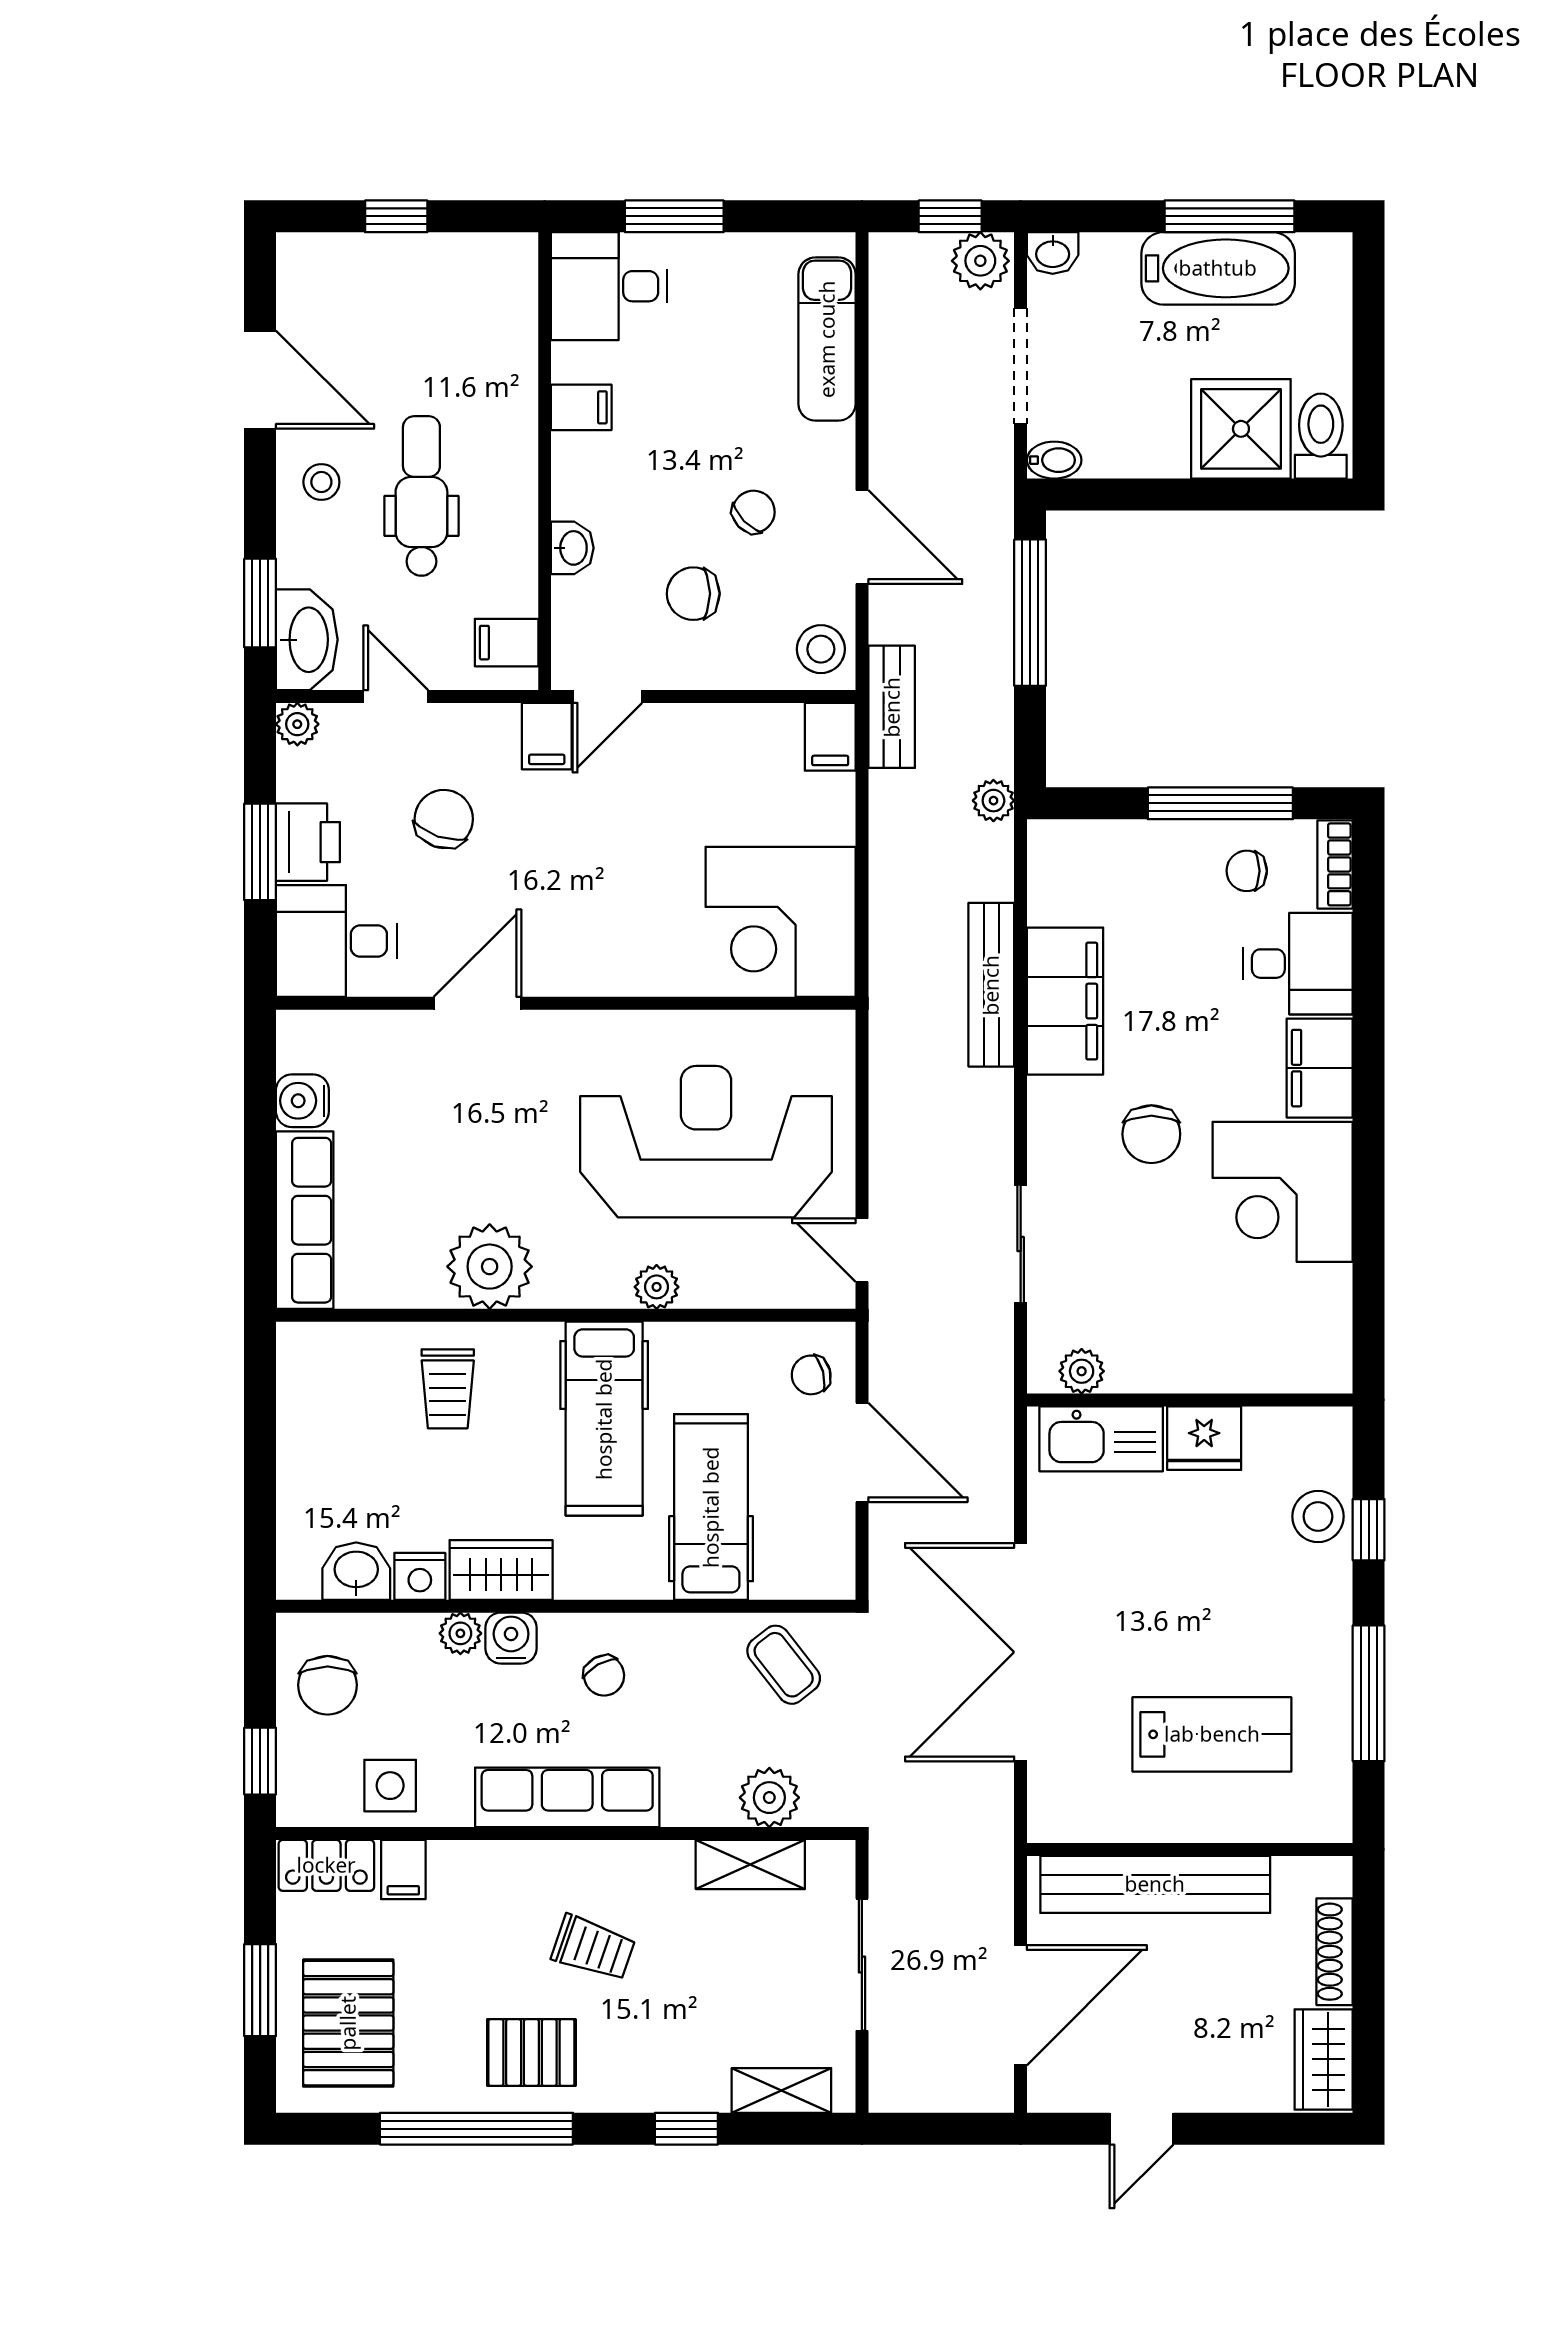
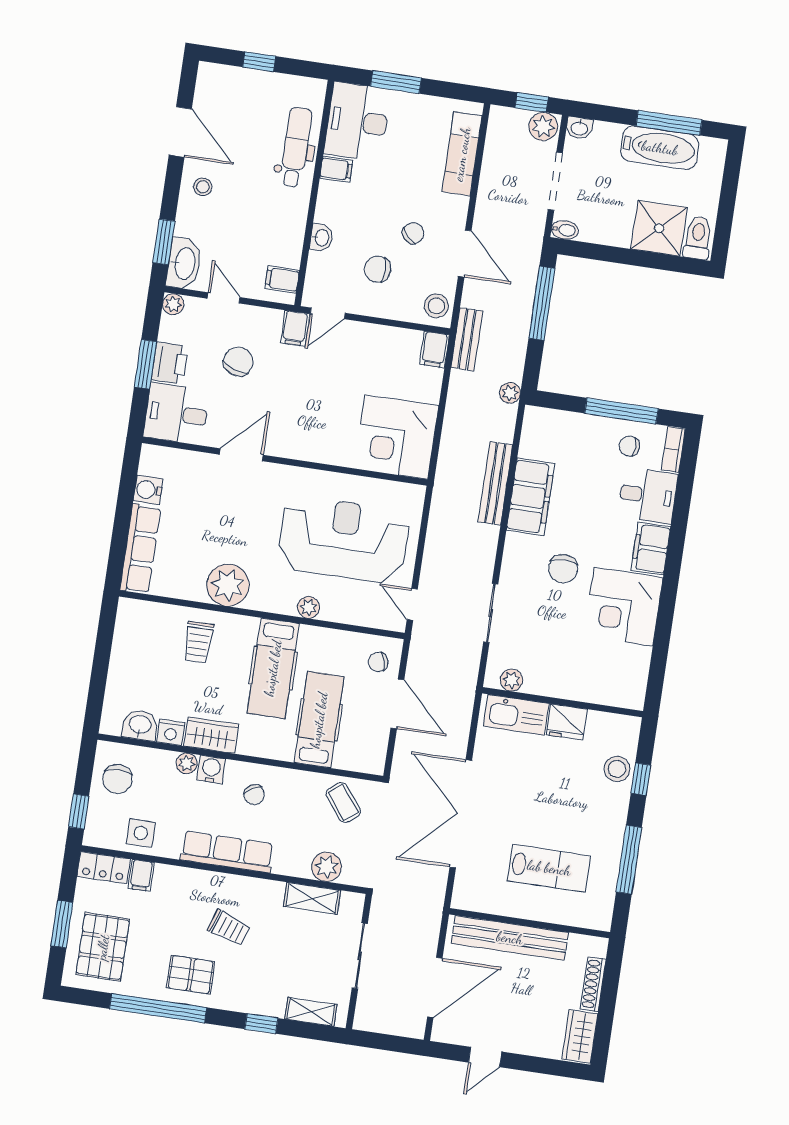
desk: (609, 286) -> (357, 122), width x1.37
dental chair: (421, 496) -> (296, 147), moved

